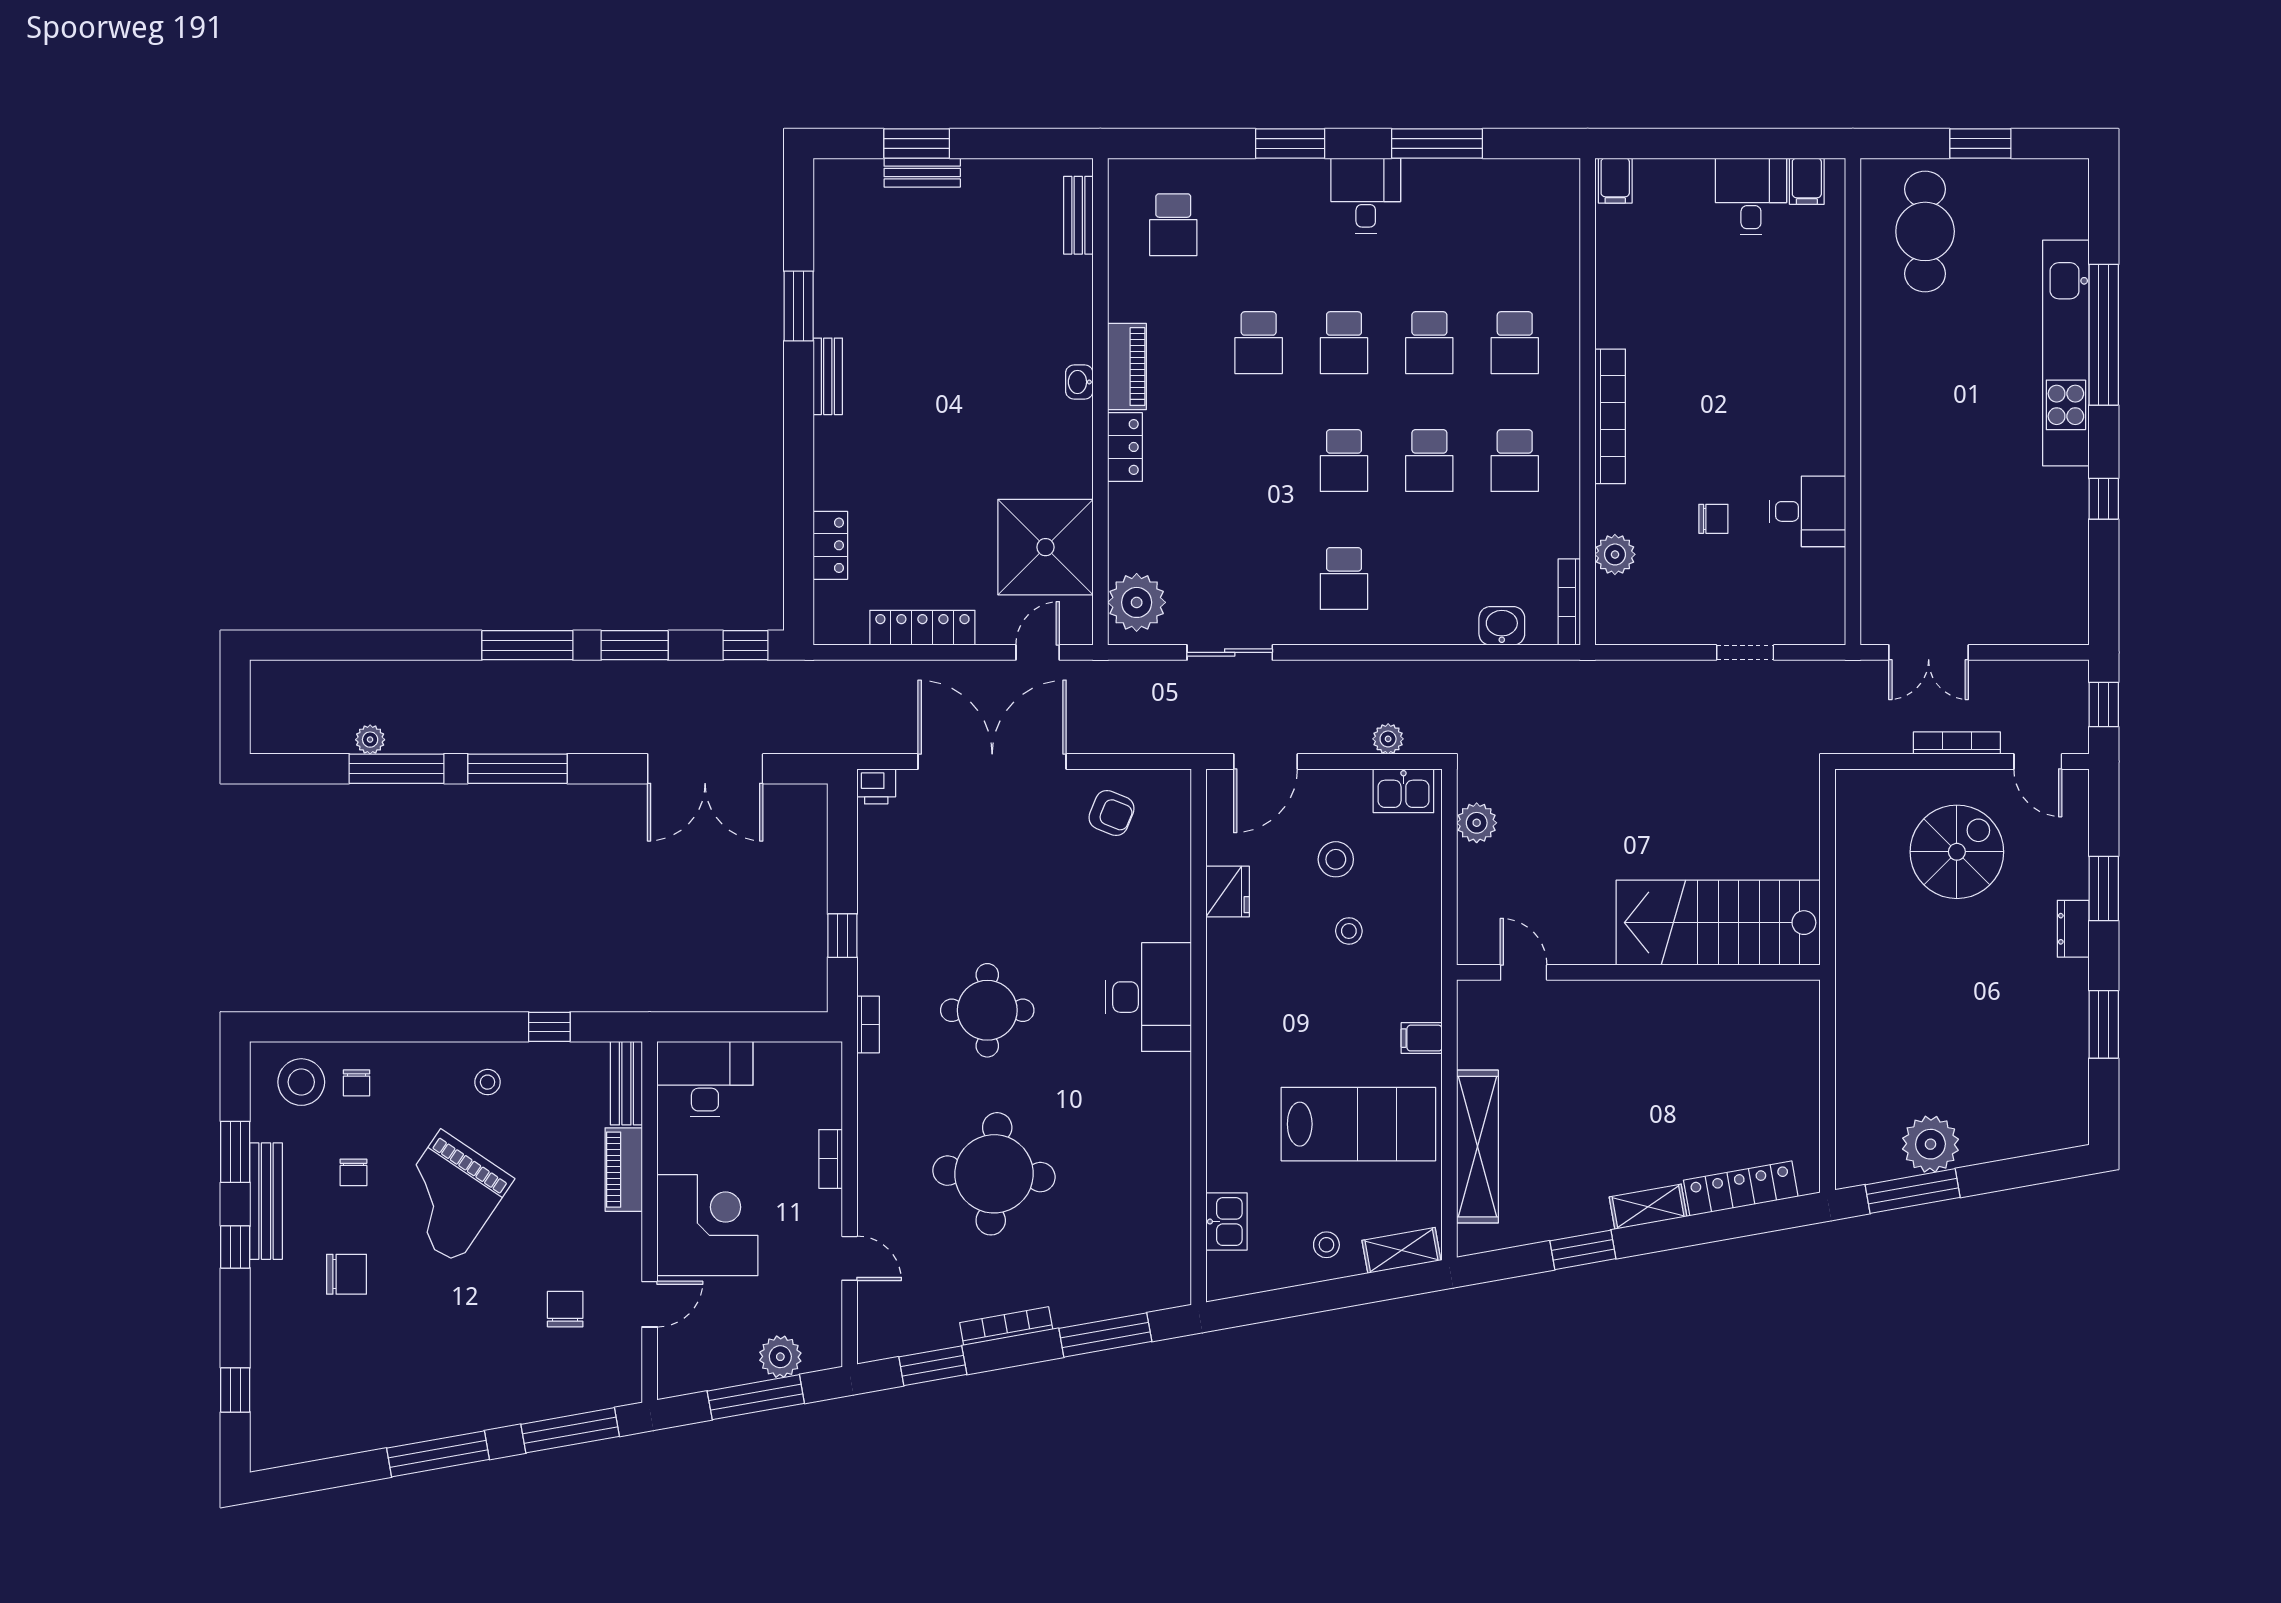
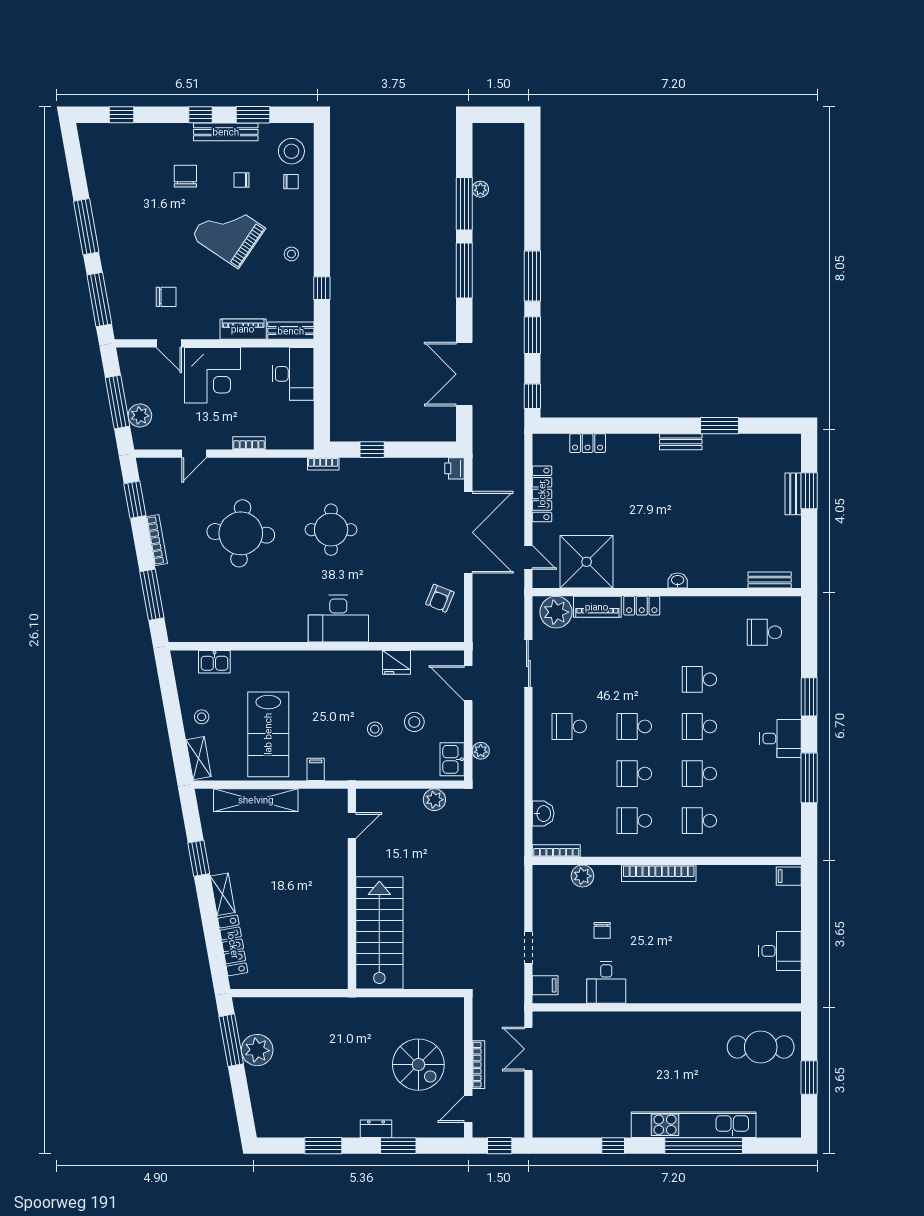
filing cabinet: (1807, 181) -> (545, 985), moved, turned 180
piano: (1127, 367) -> (597, 607), moved
chair: (356, 1083) -> (291, 182), turned 180
chair: (346, 1274) -> (185, 176), turned 180

